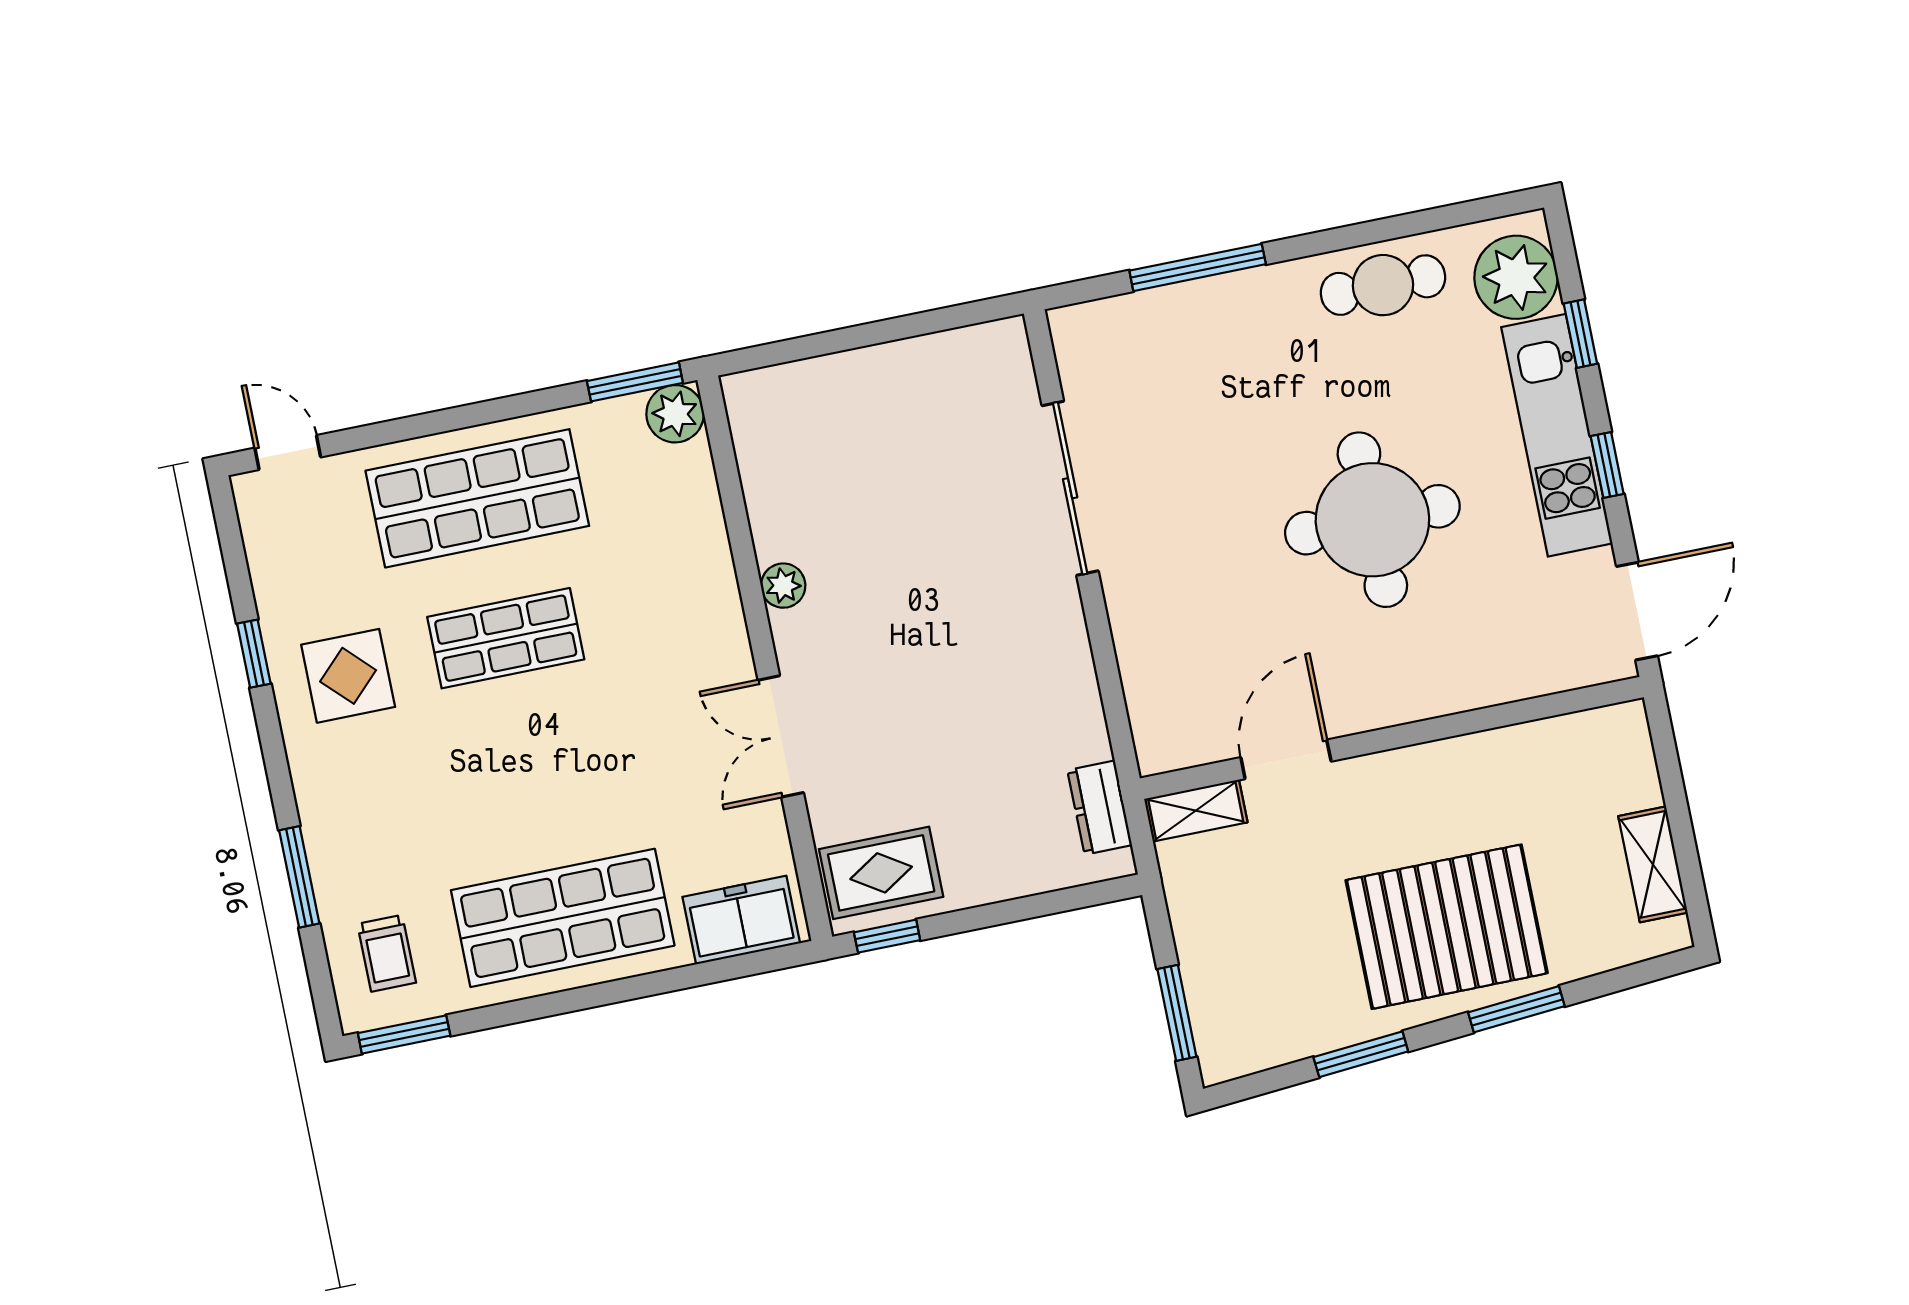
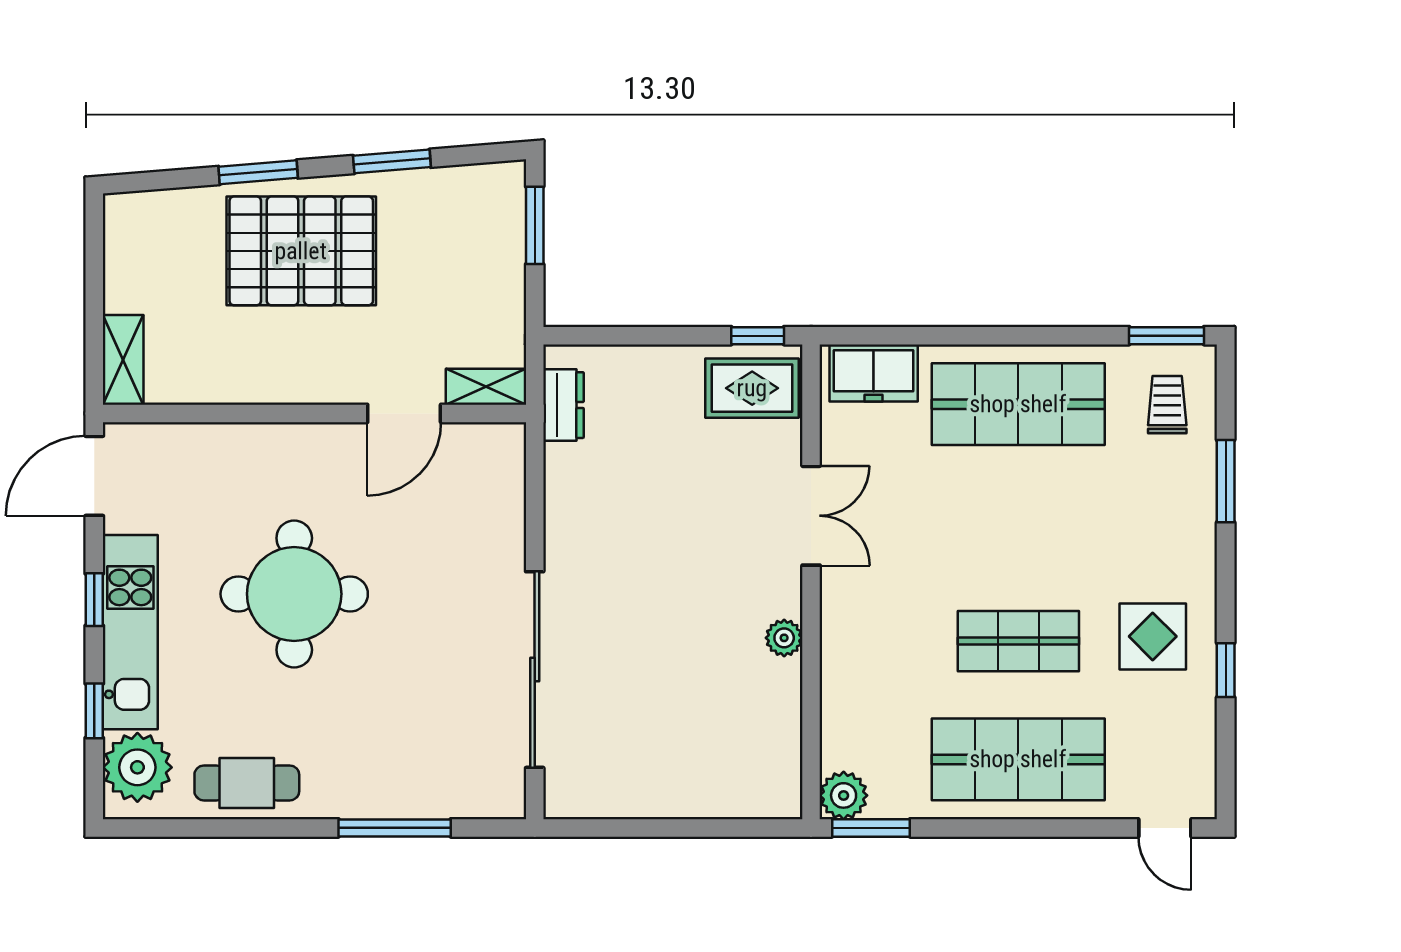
sliding door: (1070, 488) -> (535, 670), width x1.36
shelving: (1653, 864) -> (123, 360), moved

